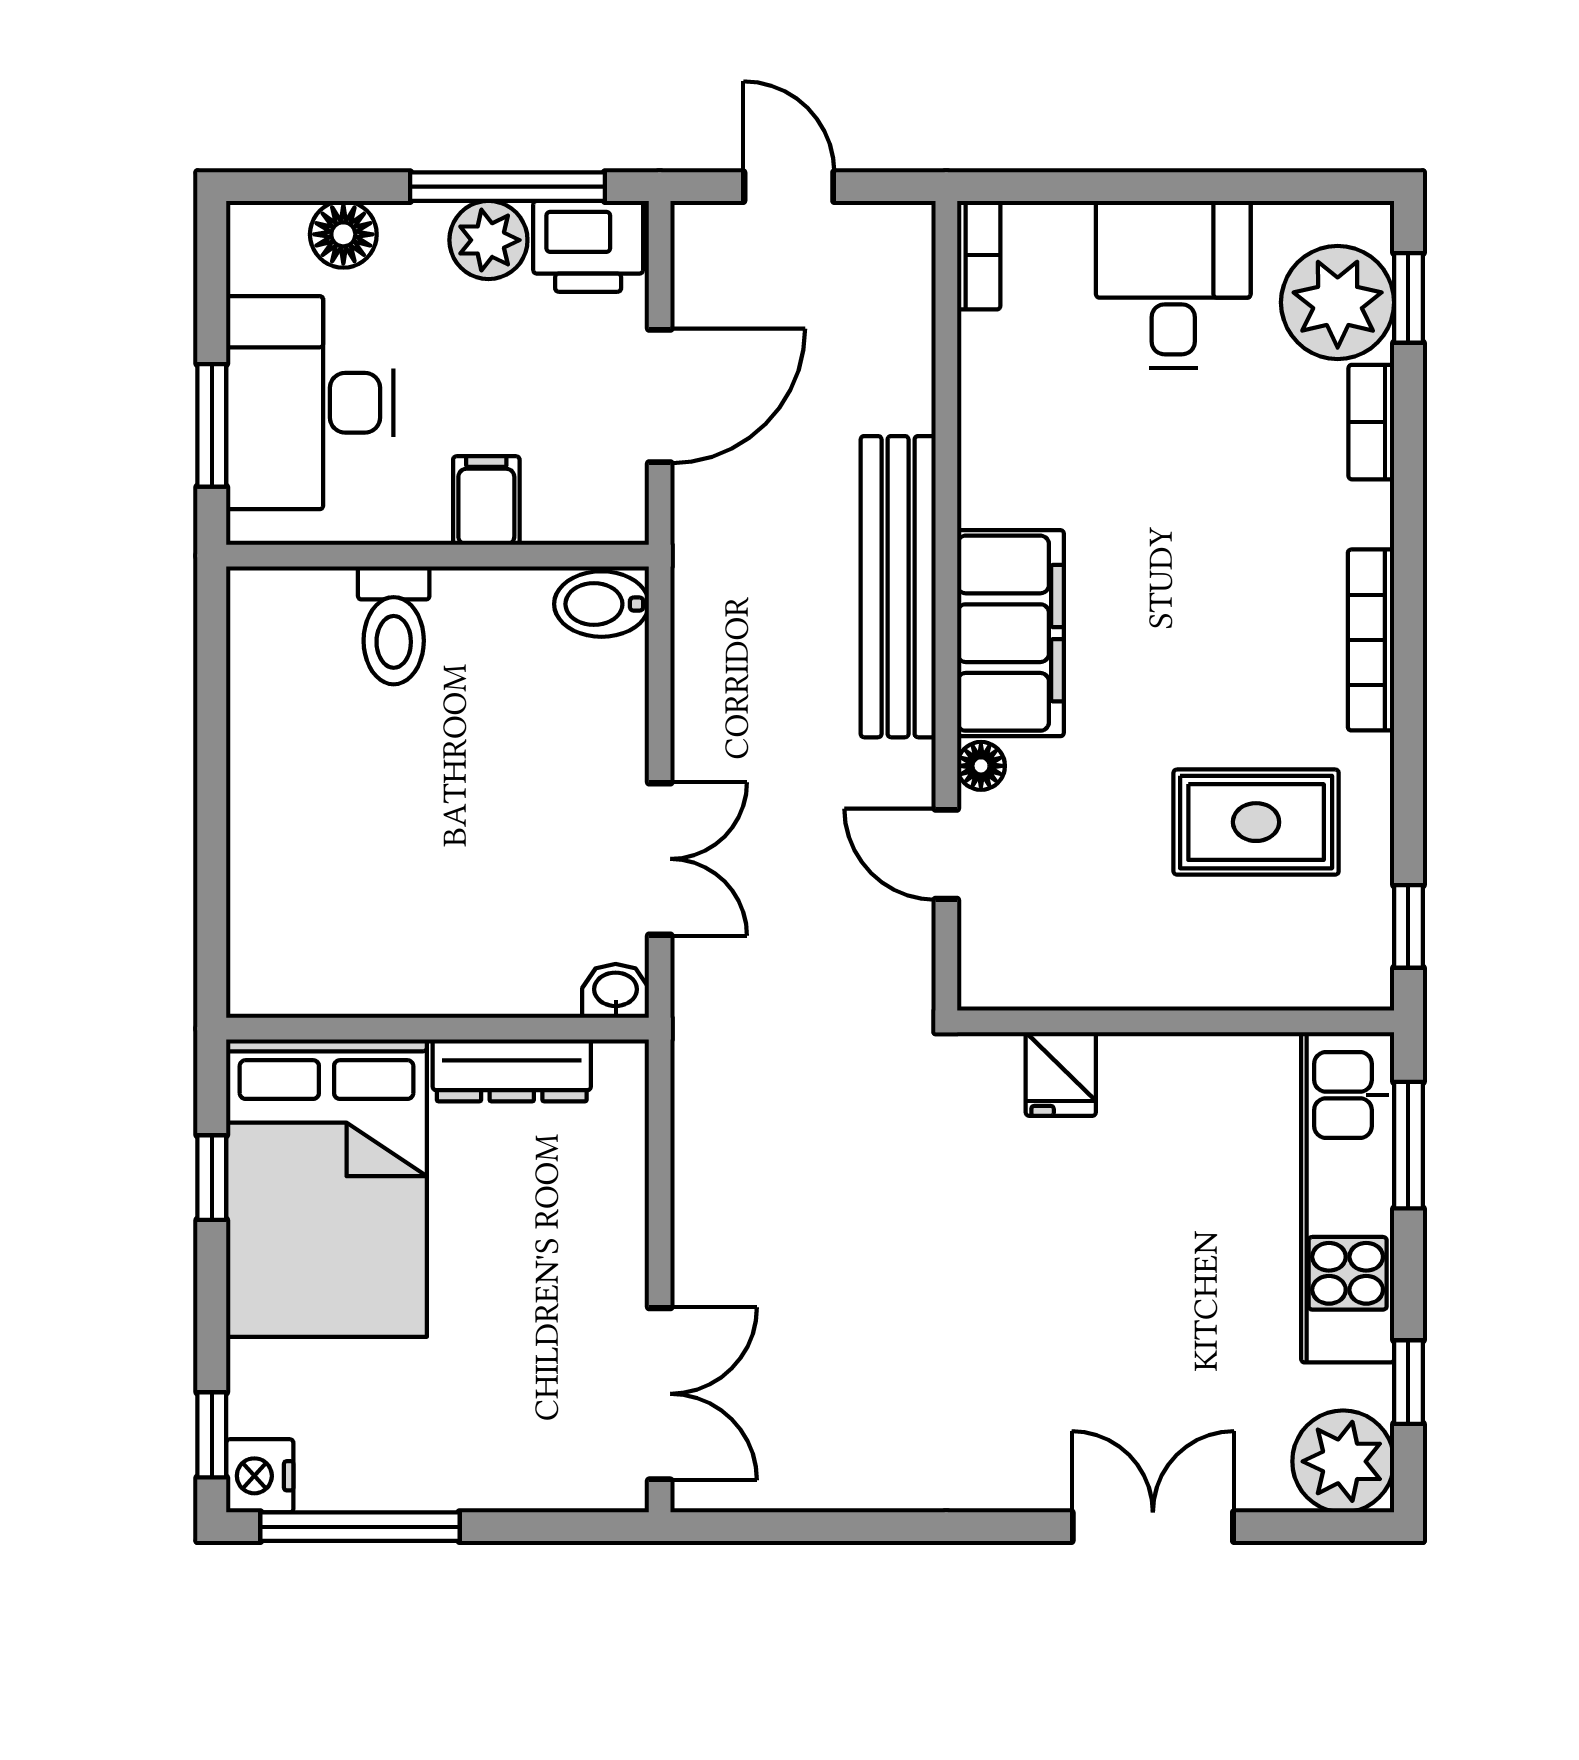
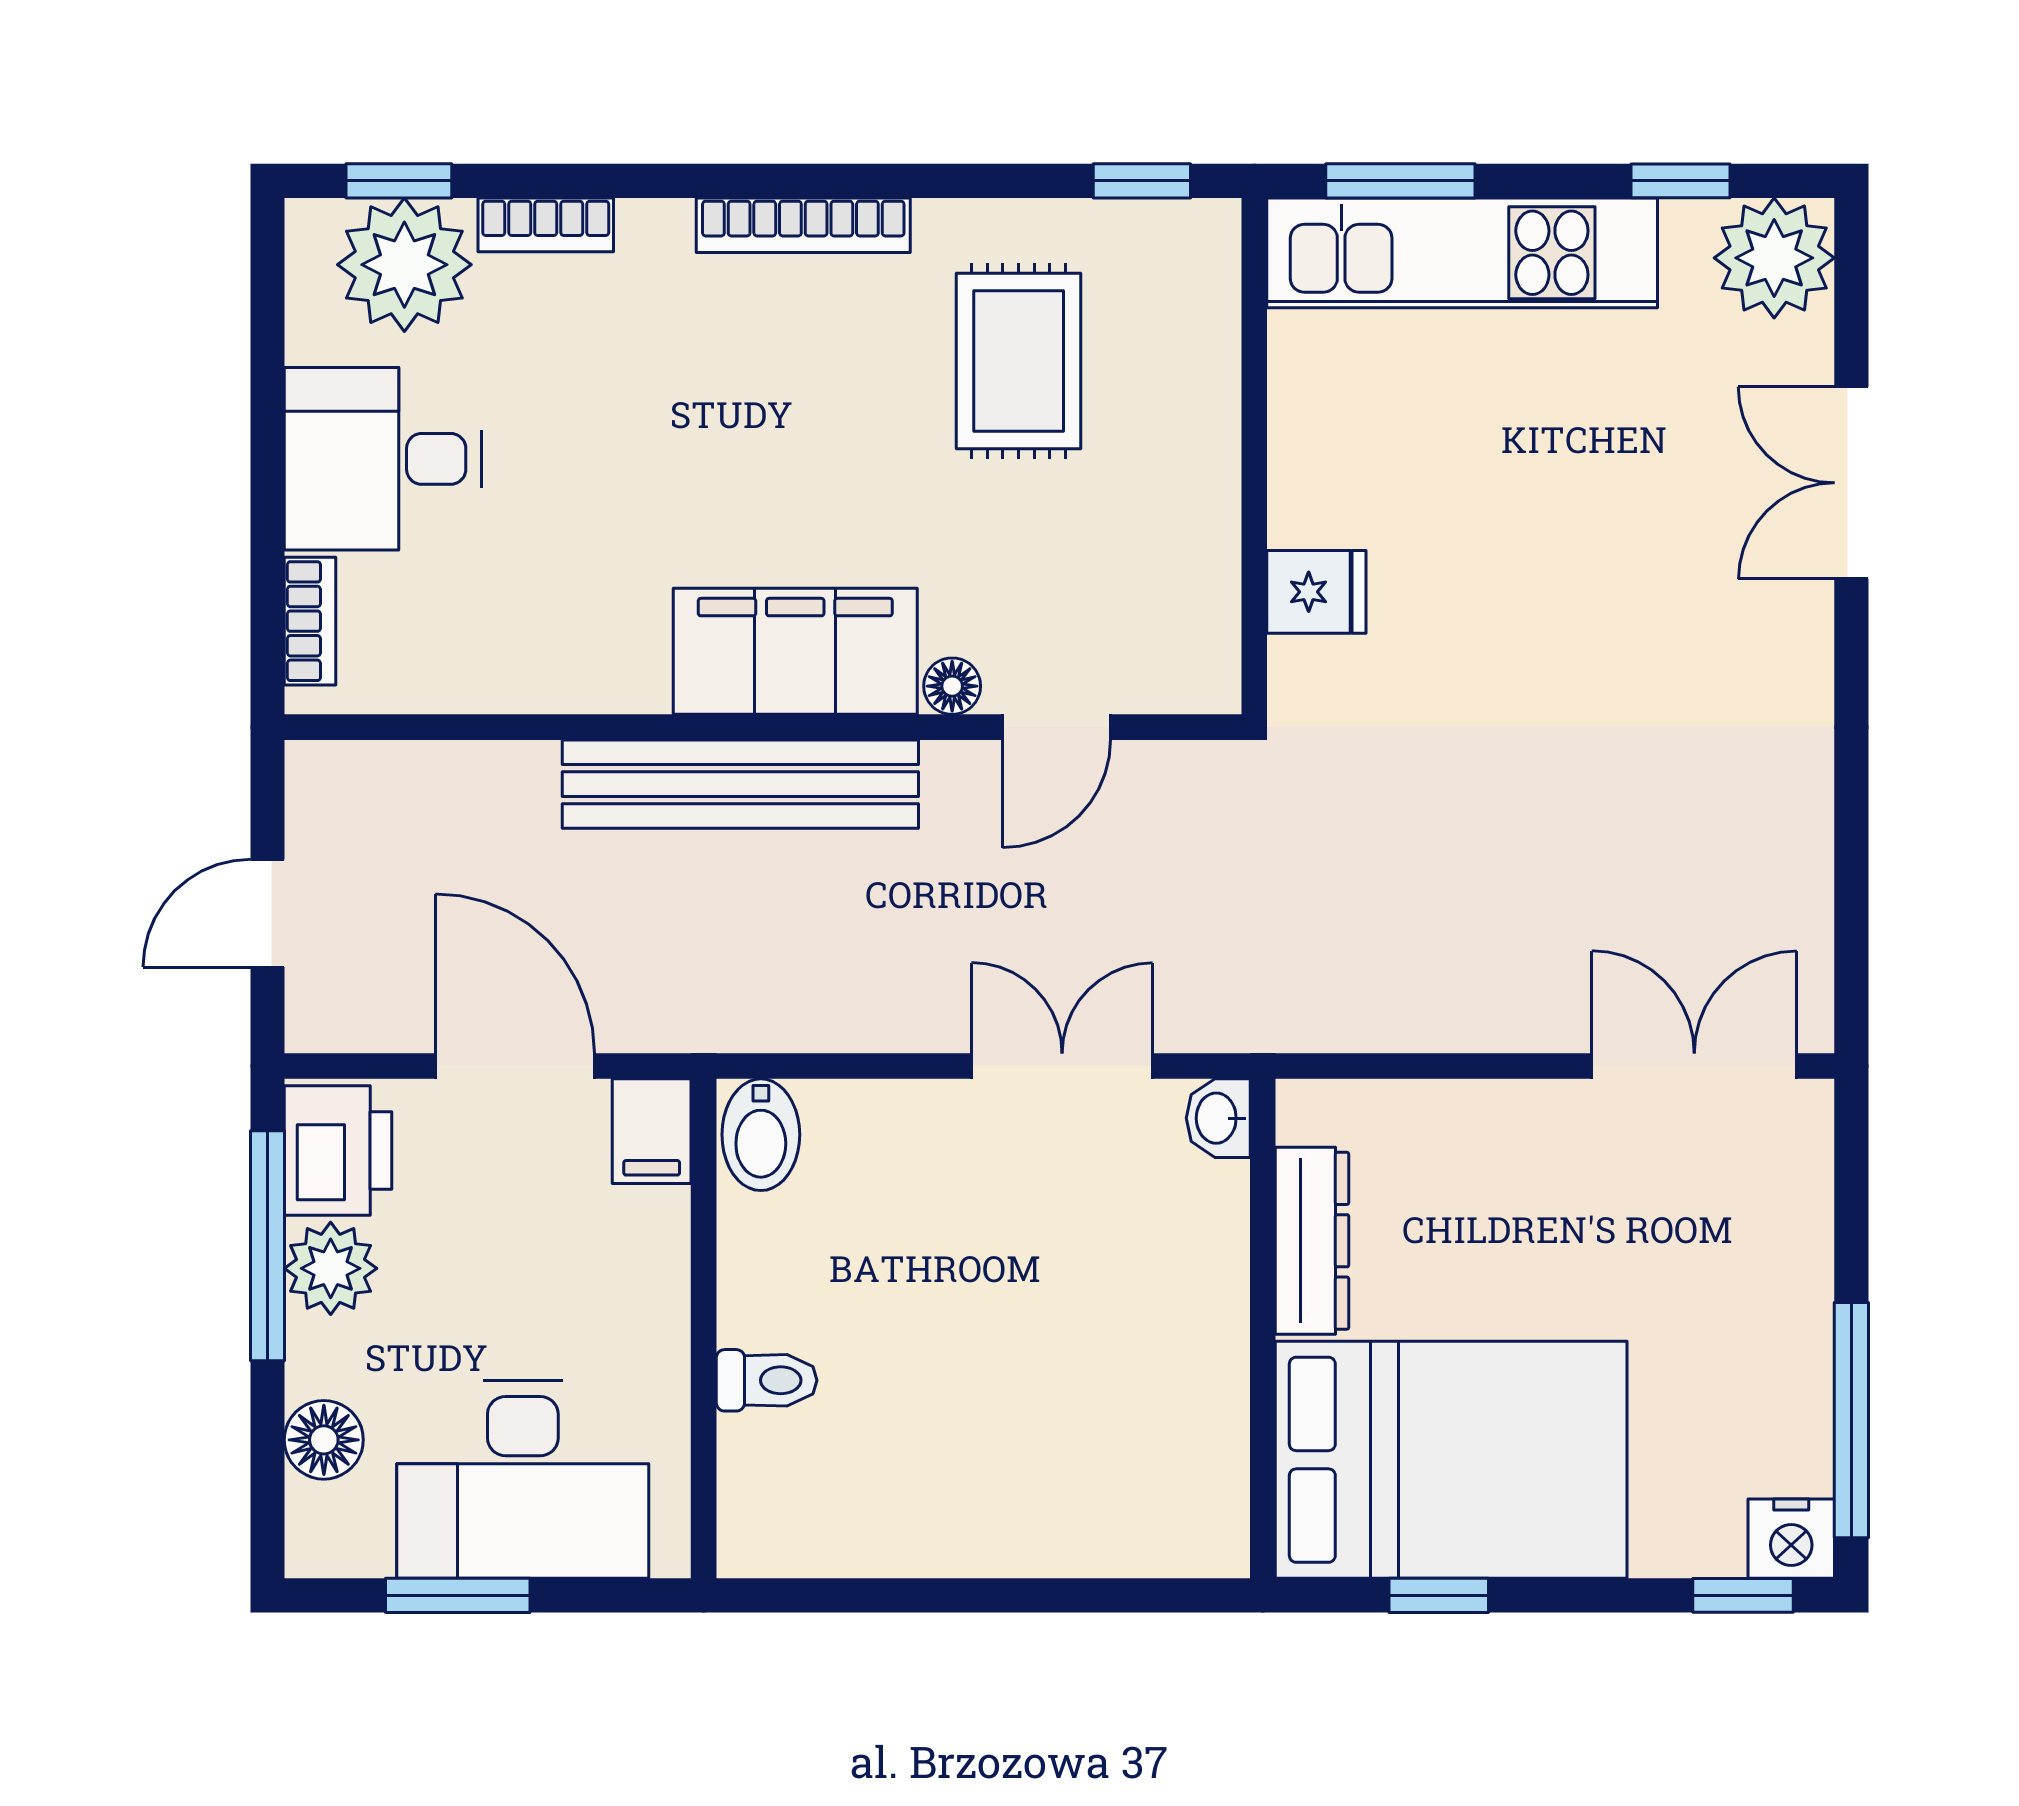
bookcase: (979, 255) -> (310, 621), moved, turned 90
window: (212, 425) -> (458, 1595), moved
filing cabinet: (486, 501) -> (652, 1131), moved, turned -90
toilet: (394, 625) -> (767, 1380), width x0.73, depth x0.72

